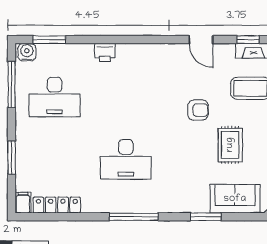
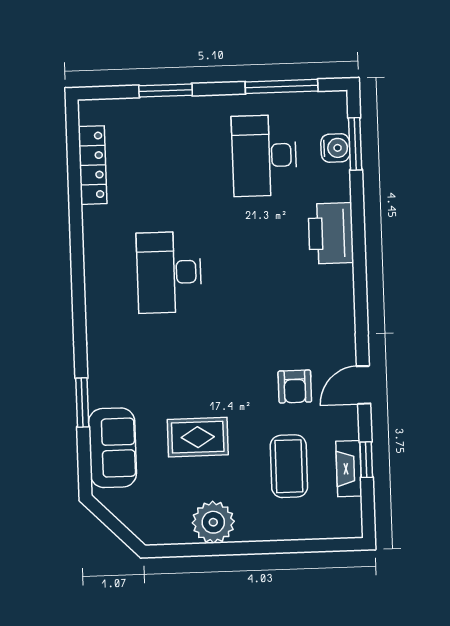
water cooler: (27, 52) -> (335, 148), moved
printer: (105, 52) -> (331, 233), width x1.87, depth x1.48
armchair: (198, 110) -> (295, 387), moved
filing cabinet: (23, 203) -> (94, 111), removed
window: (134, 217) -> (78, 288), removed

